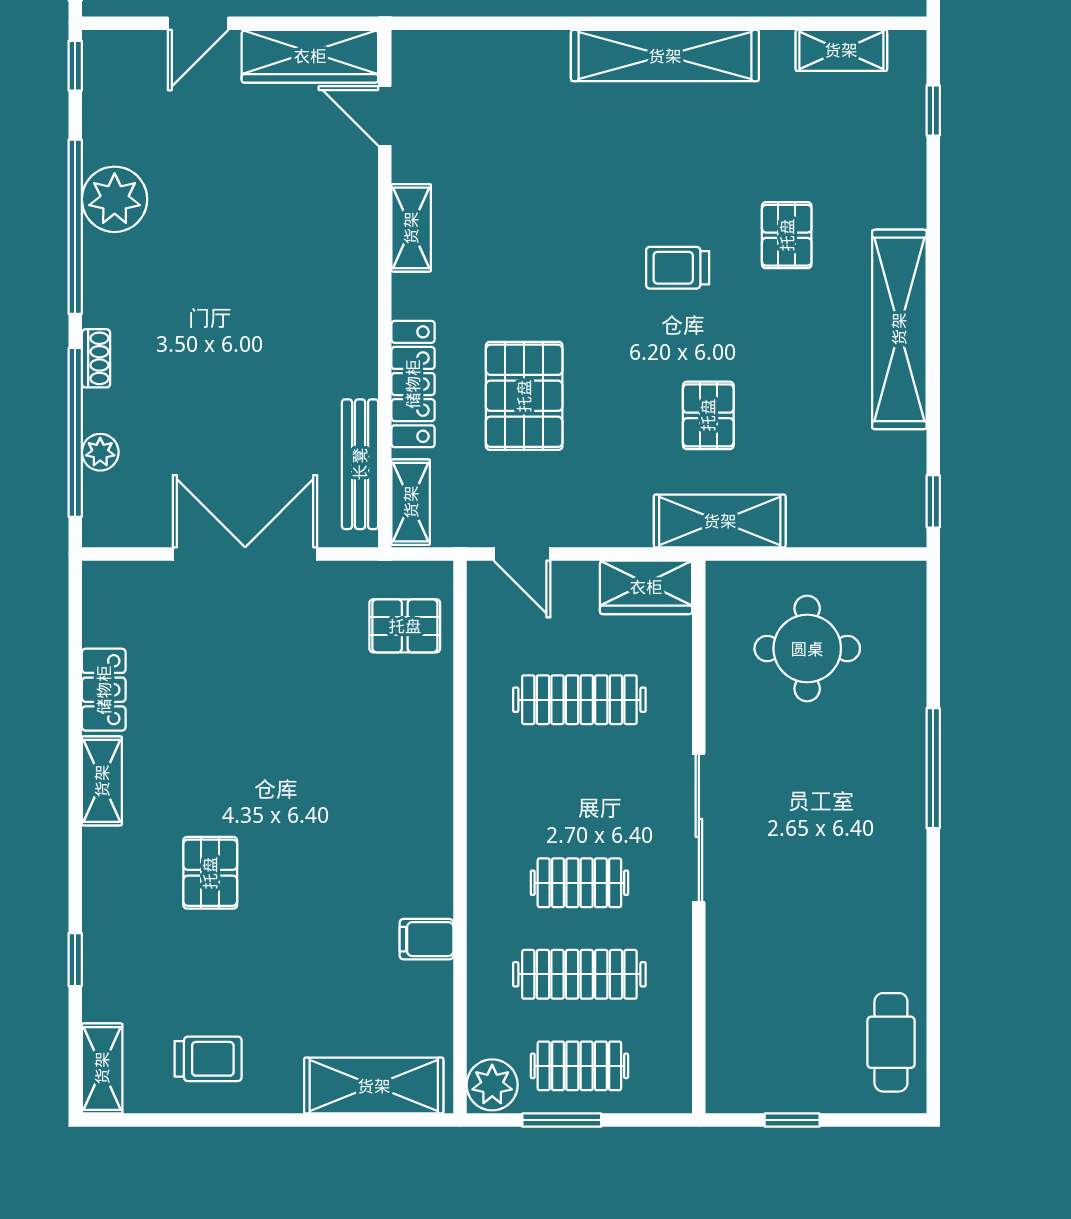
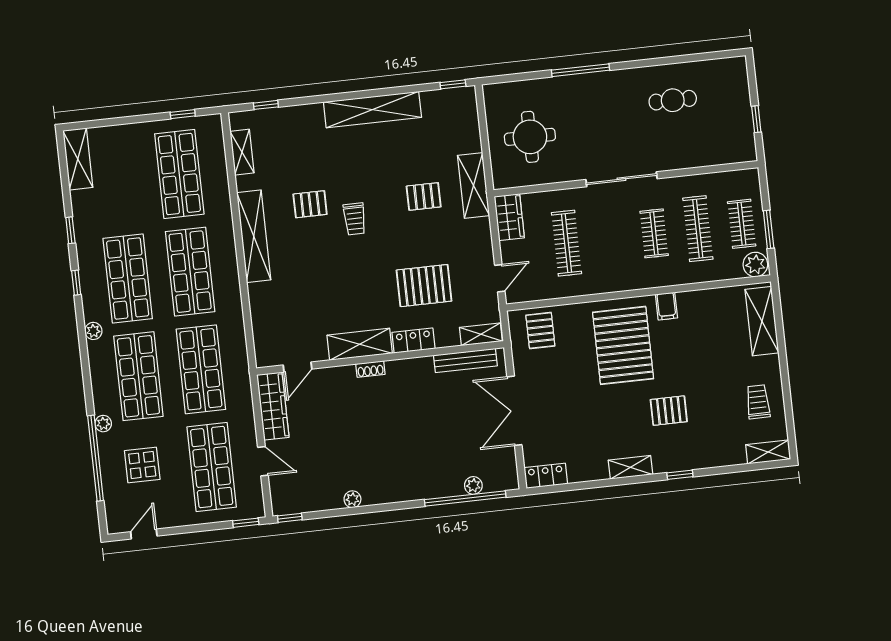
plant: (115, 199) -> (352, 499), width x0.53, depth x0.53
window: (75, 227) -> (367, 509), removed
shelving: (411, 228) -> (360, 344), width x1.50, depth x1.33
pallet: (787, 235) -> (310, 204), moved
shoe rack: (96, 358) -> (370, 369), moved, turned 180
locker: (413, 384) -> (413, 341), width x0.66
locker: (104, 690) -> (546, 476), moved
pallet: (355, 793) -> (623, 345), added
filing cabinet: (426, 939) -> (666, 306), moved
window: (75, 960) -> (680, 475), moved
cafe table: (891, 1042) -> (673, 100), moved

